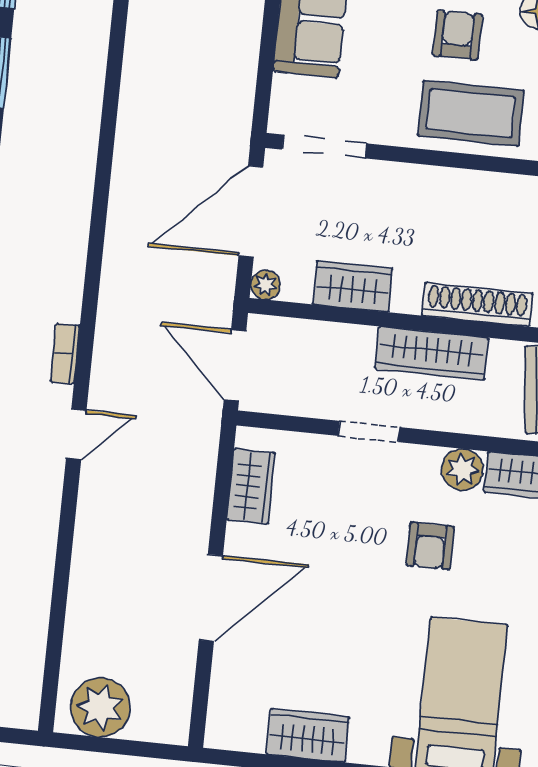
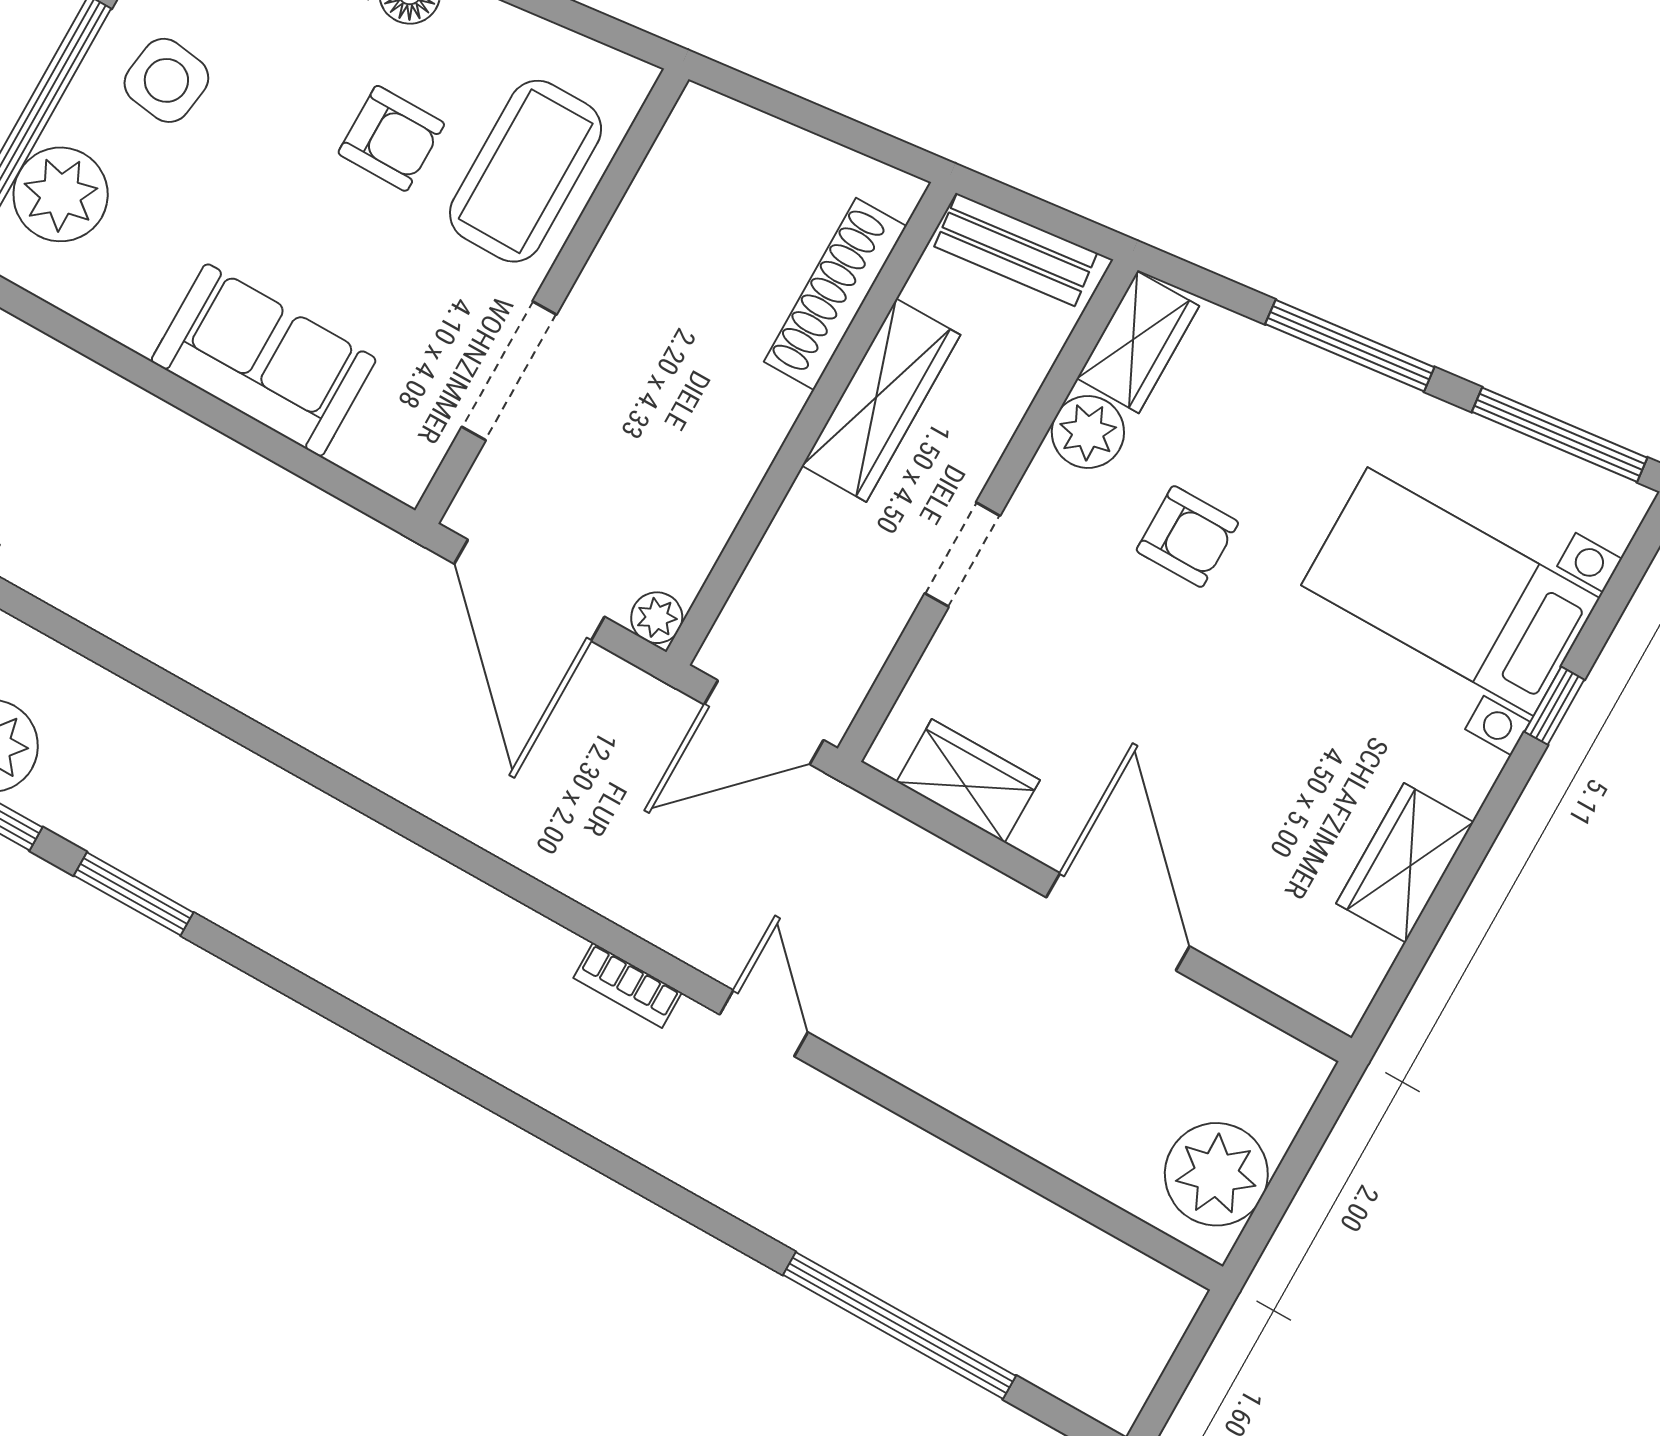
armchair: (457, 35) -> (391, 138), turned 180
doorway: (324, 146) -> (509, 371), moved
wardrobe: (353, 286) -> (720, 480), removed

